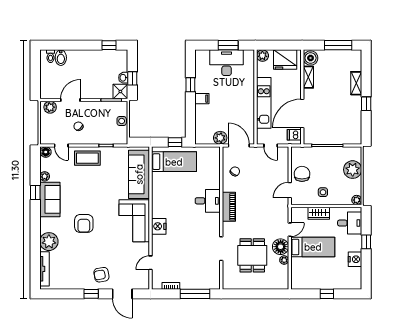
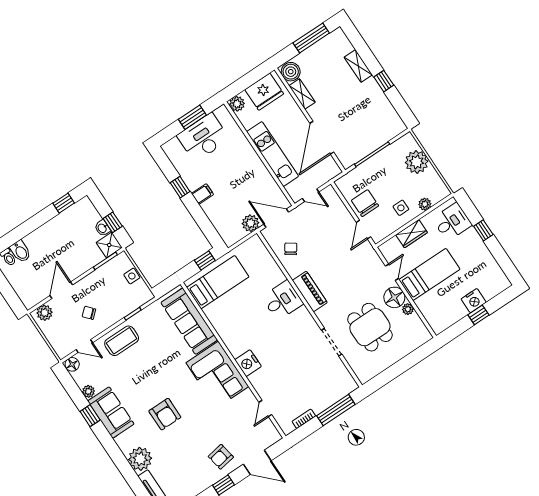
dishwasher: (294, 135) -> (328, 166), removed
plant: (357, 200) -> (425, 204), moved
nightstand: (355, 259) -> (474, 301), moved, turned 90

